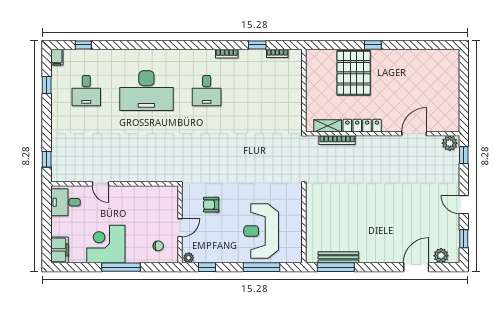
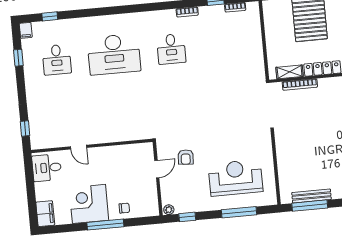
armchair: (211, 205) -> (186, 157), turned -86
door: (180, 228) -> (157, 169), moved
reception desk: (261, 231) -> (236, 178), turned 90
chair: (158, 246) -> (124, 208), moved

